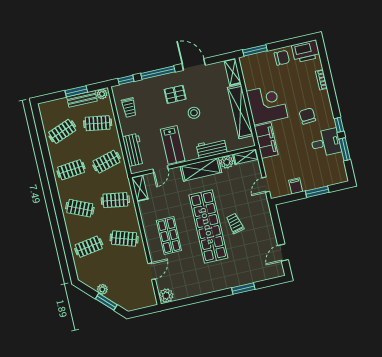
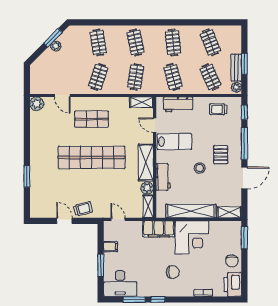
clothes rail: (98, 123) -> (210, 77), turned -33
desk: (326, 143) -> (120, 284), moved, width x1.37
lab bench: (173, 145) -> (174, 142), turned 180
clothes rail: (80, 208) -> (136, 42), turned -36
trolley: (235, 223) -> (83, 209), moved
door: (283, 253) -> (64, 221), moved
window: (106, 302) -> (53, 38), moved

